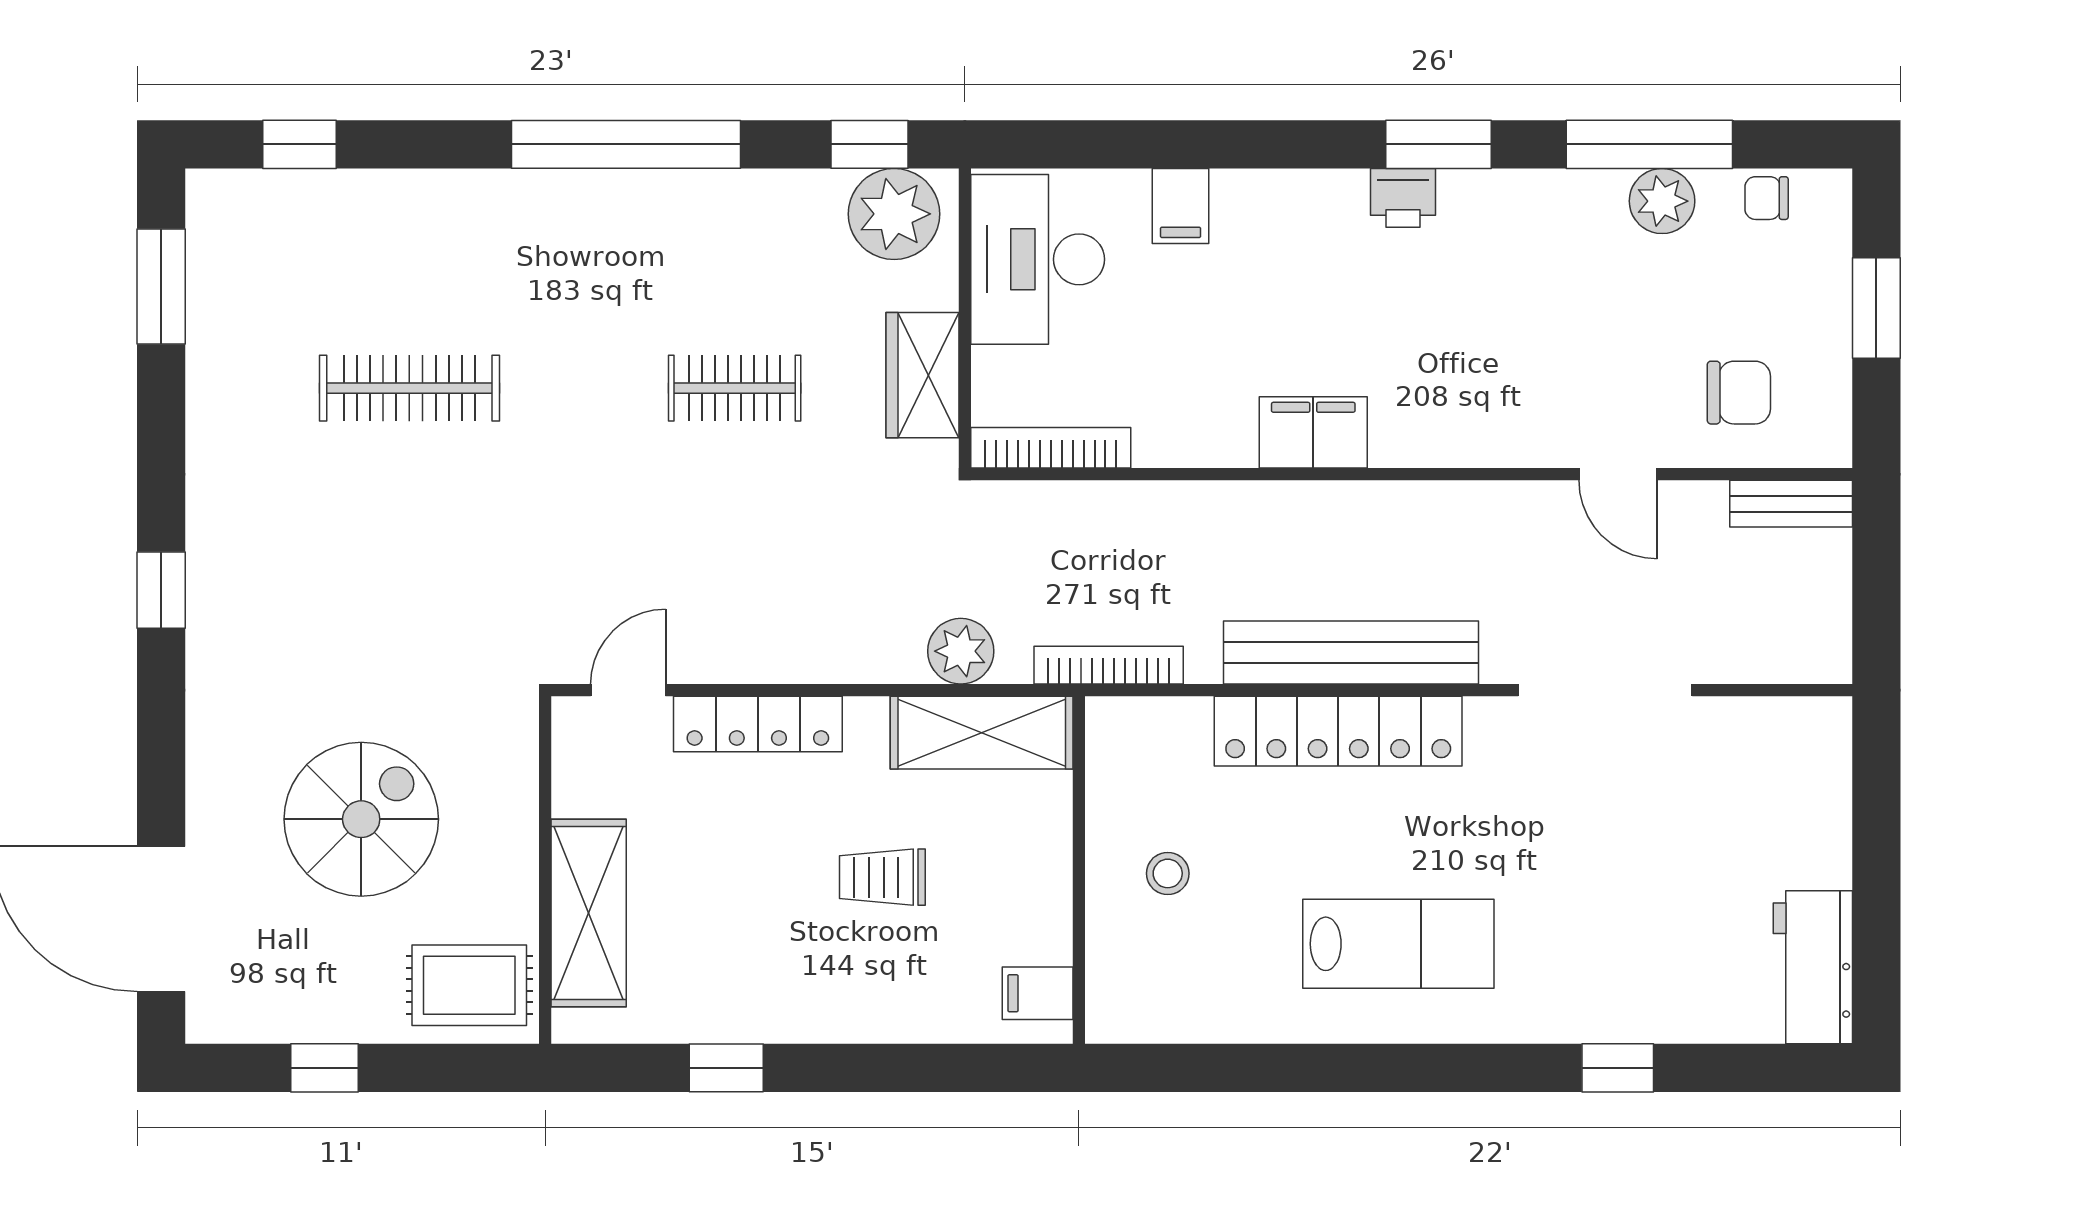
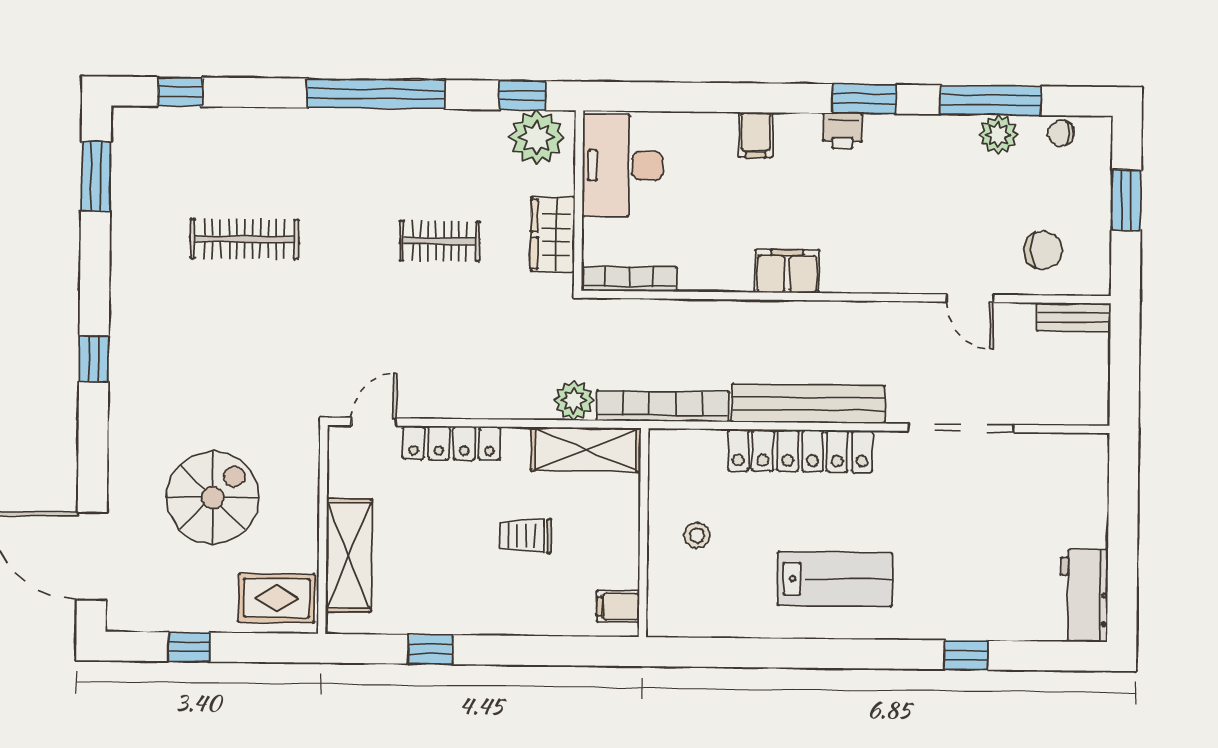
filing cabinet: (1181, 206) -> (756, 135), moved
bookcase: (1109, 665) -> (663, 406), width x1.48, depth x1.31

